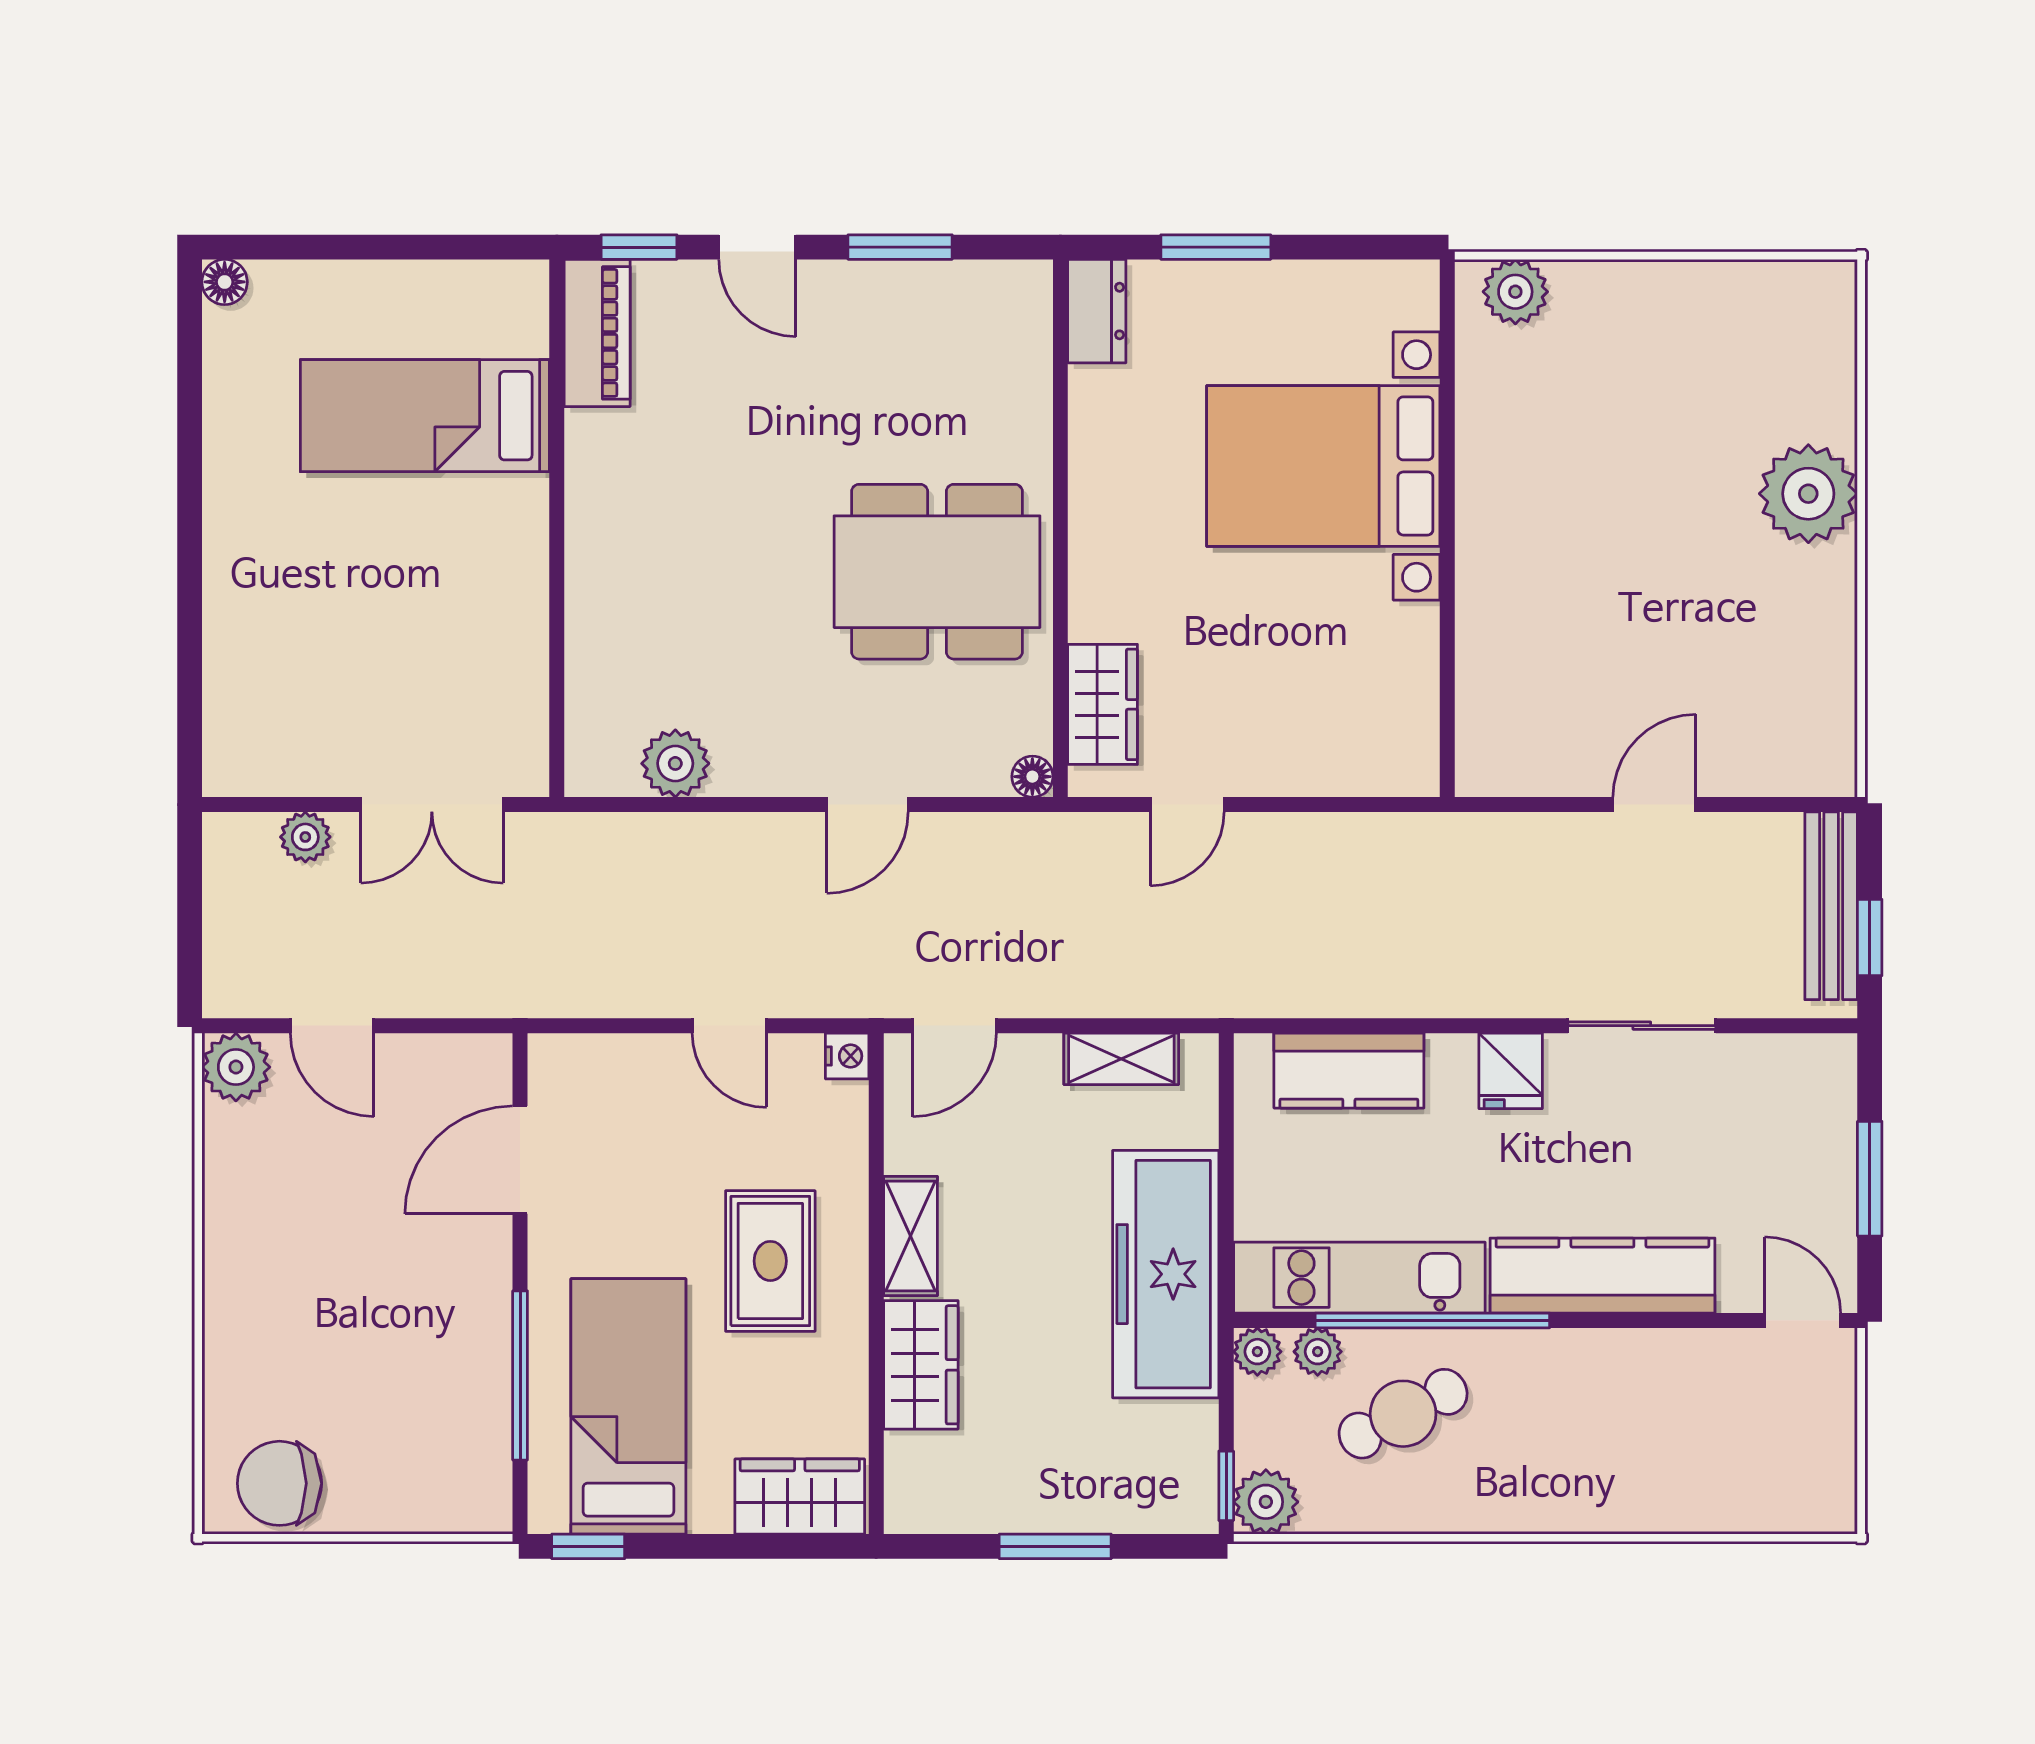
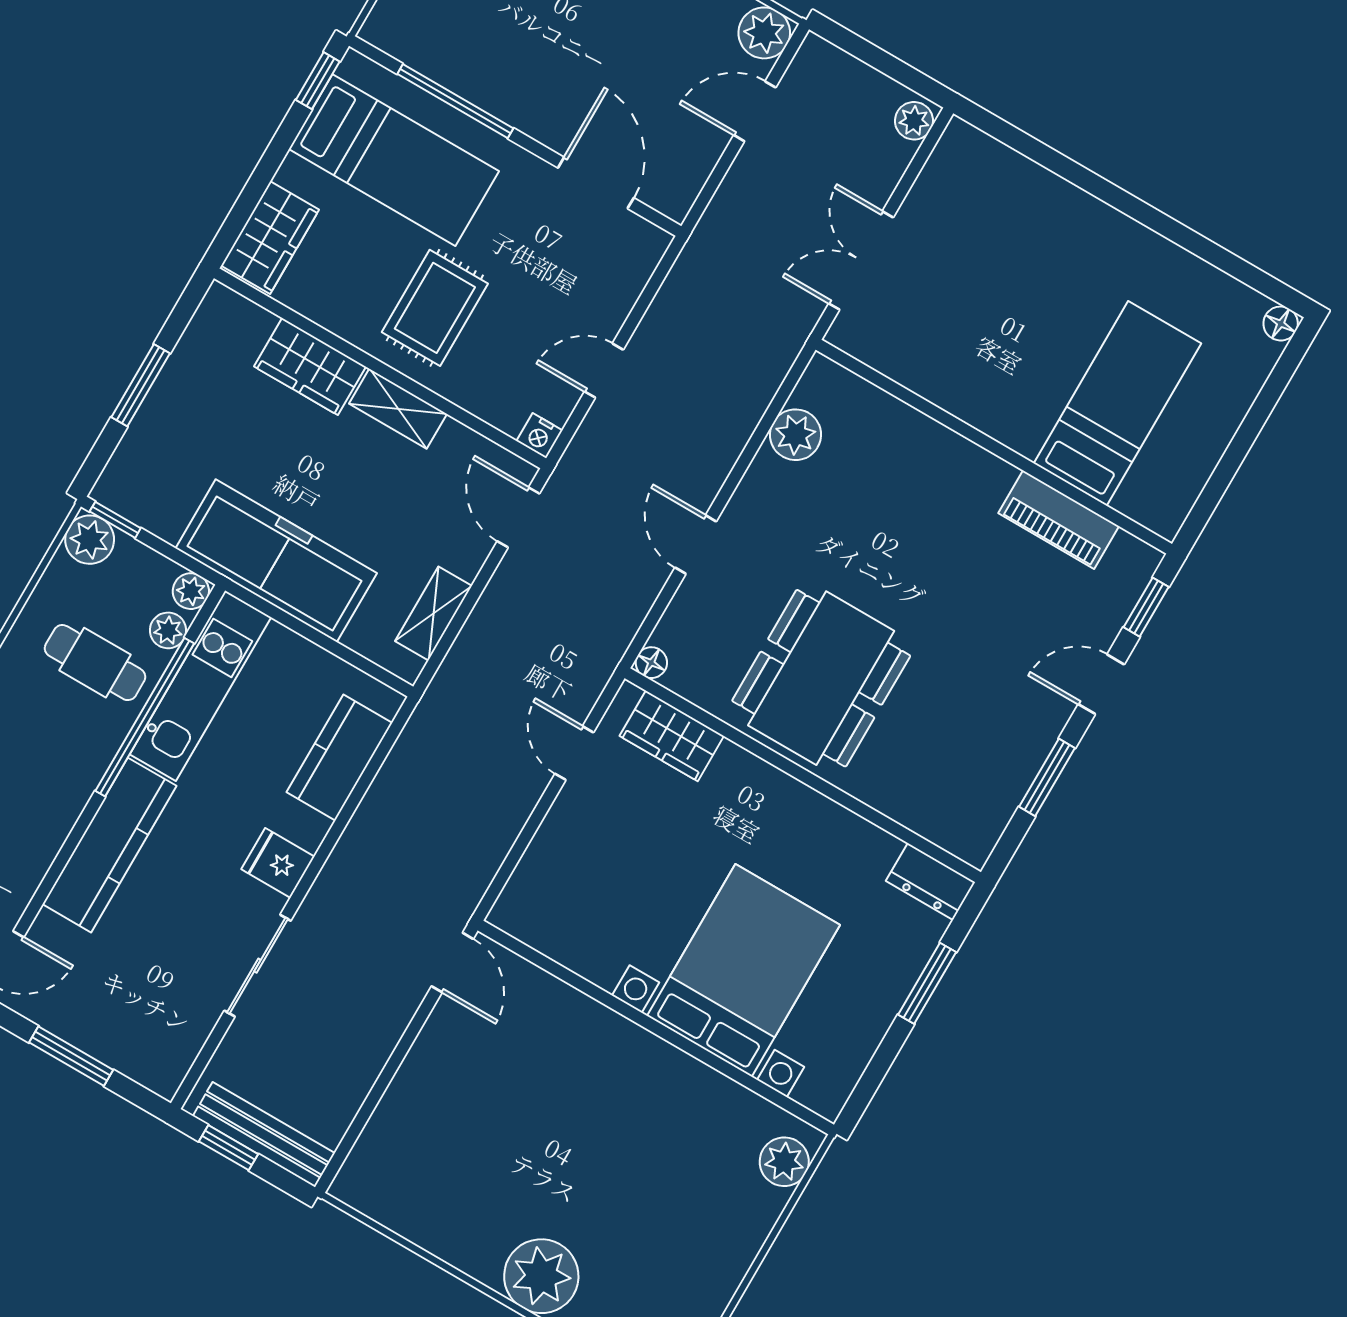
piano: (597, 333) -> (1059, 520), moved
door: (1654, 805) -> (452, 963), moved
plant: (305, 837) -> (914, 121), moved
rug: (770, 1261) -> (435, 308), turned 90
cafe table: (1403, 1414) -> (95, 663), turned -63

